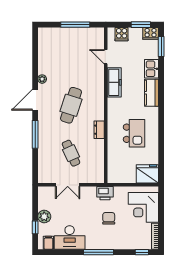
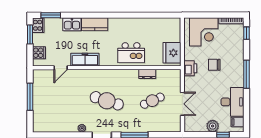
dresser: (99, 130) -> (147, 74), moved
kitchen island: (134, 133) -> (131, 53), moved, turned 180
fridge: (147, 174) -> (172, 53), moved

